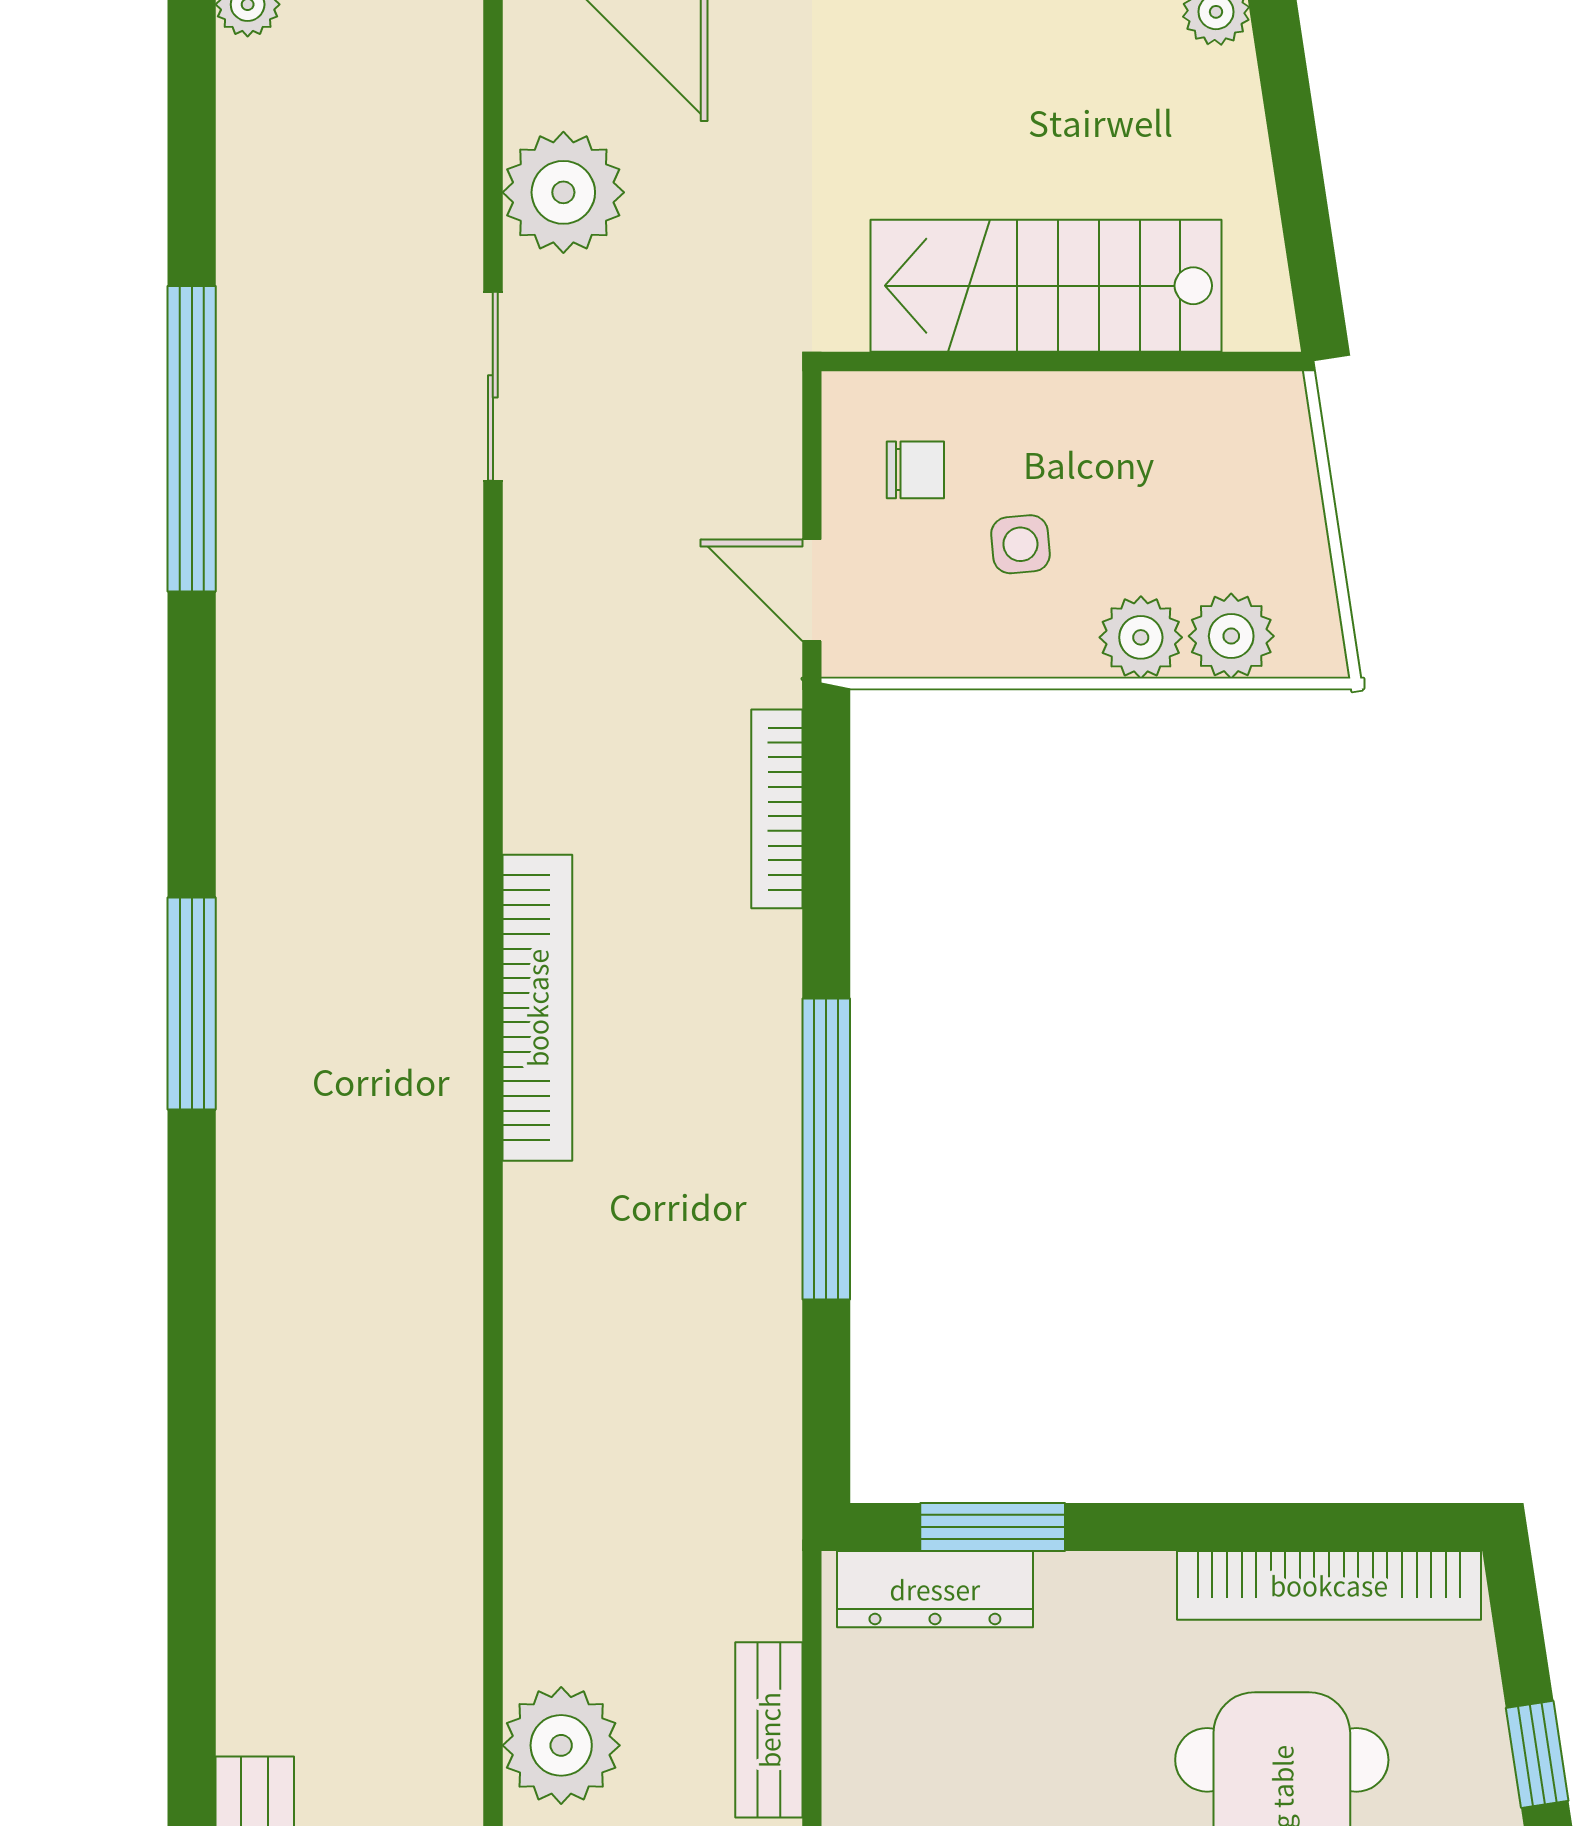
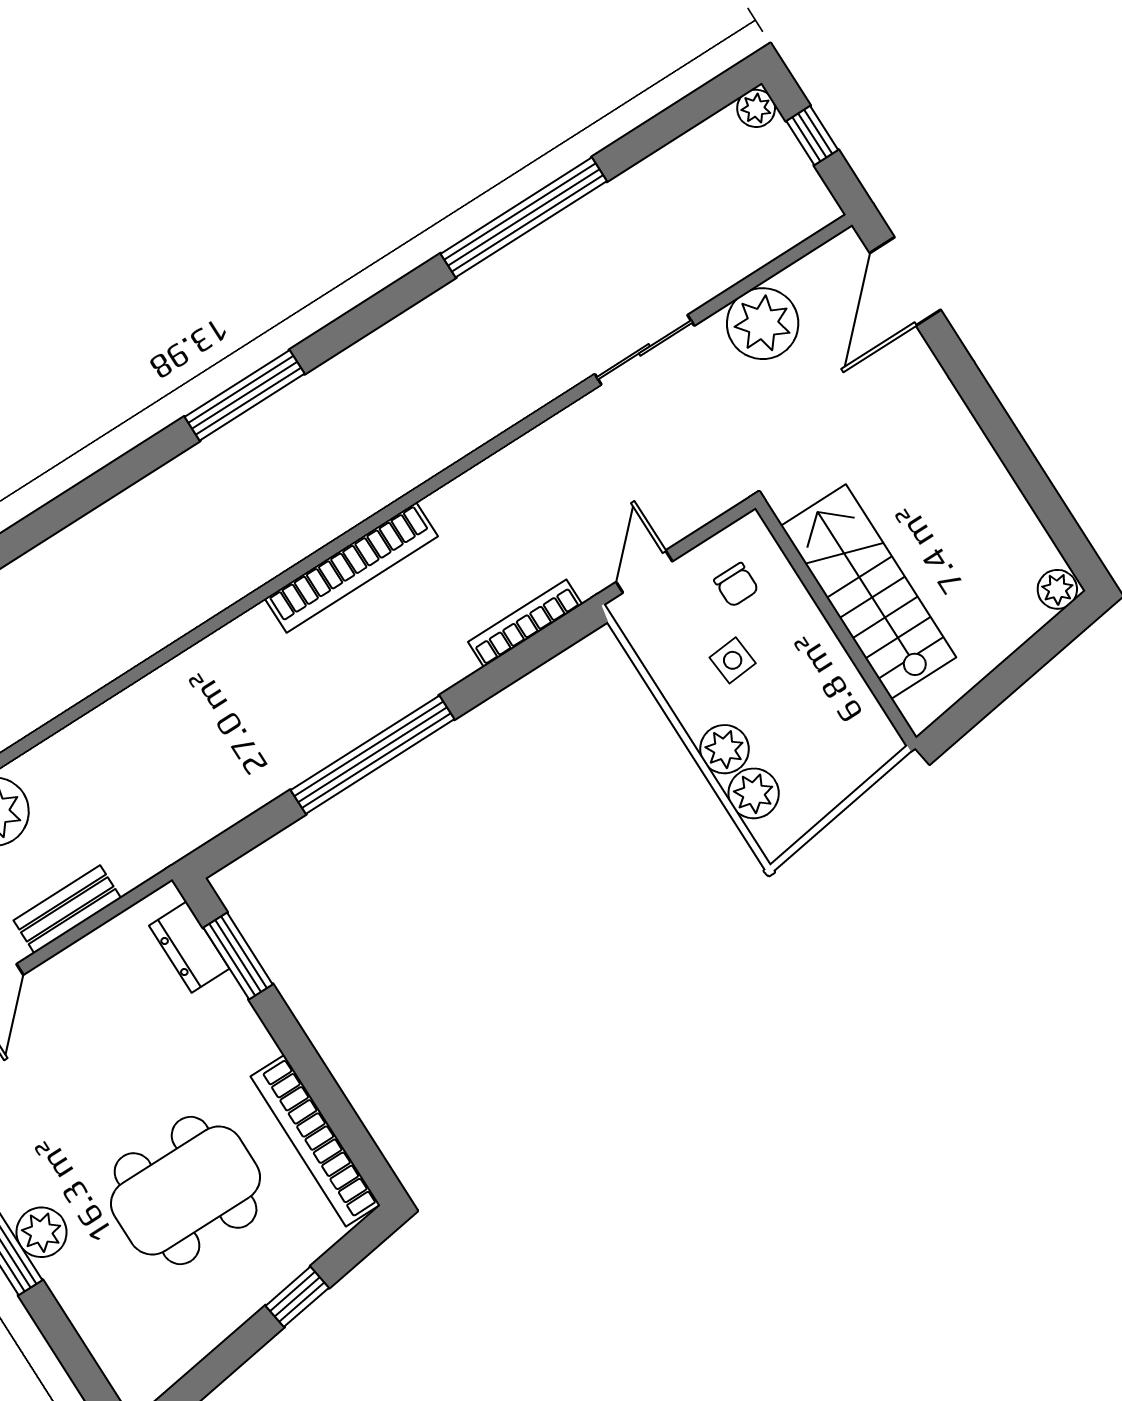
dresser: (935, 1589) -> (189, 947), width x0.70

